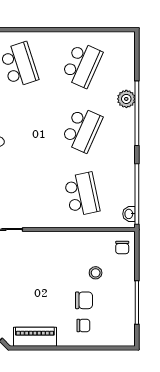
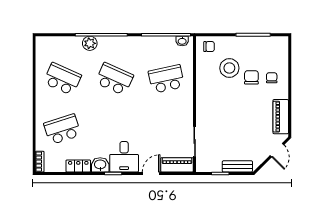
stool: (96, 273) -> (229, 68), width x1.89, depth x1.89

